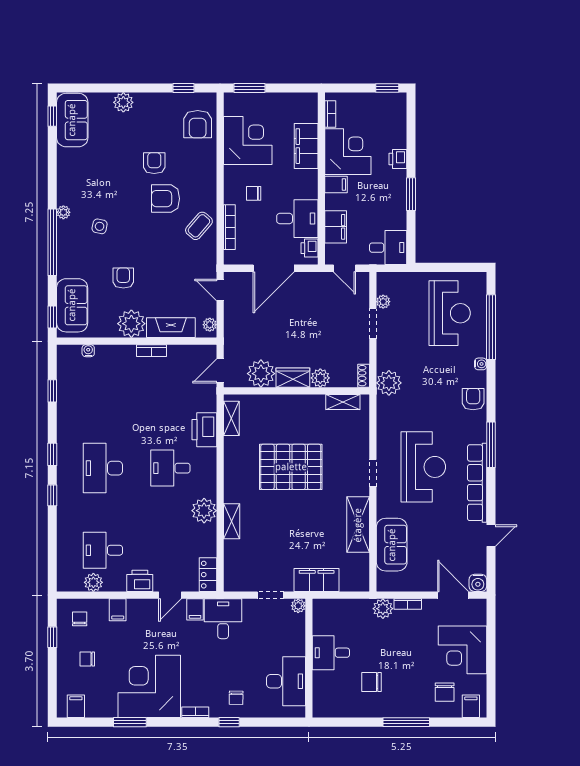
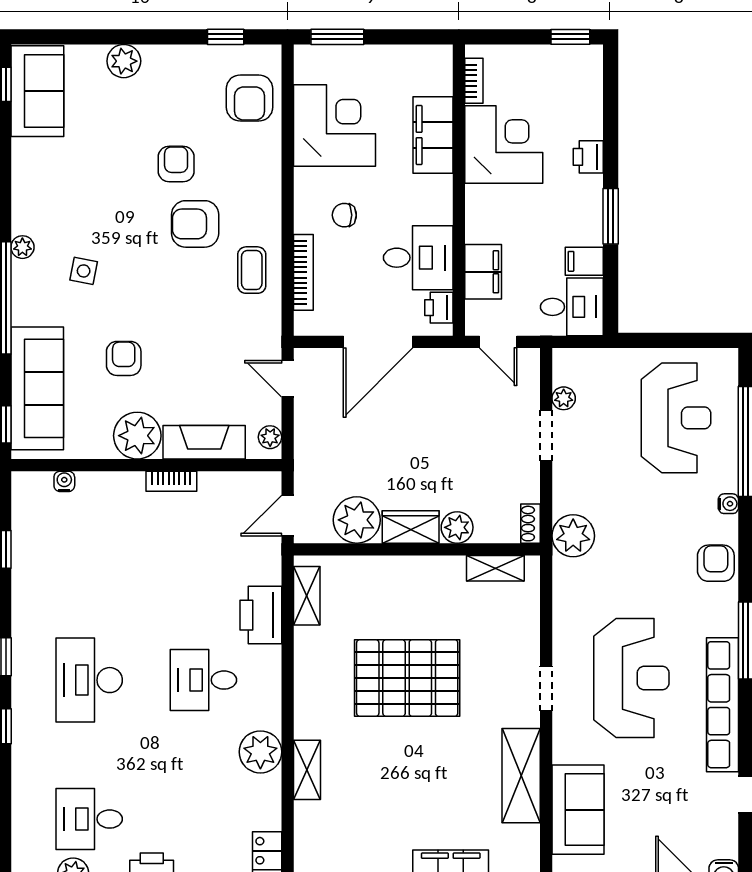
filing cabinet: (336, 184) -> (584, 261), moved, turned 180
coffee table: (199, 226) -> (252, 270), turned -41
sofa: (72, 305) -> (37, 388), width x1.36

